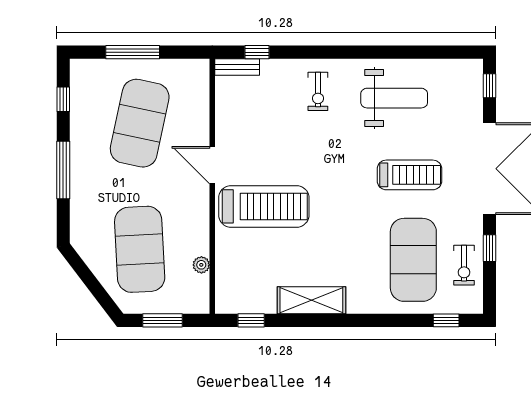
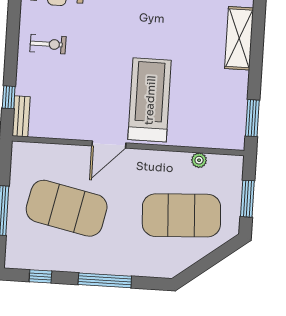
shelving: (311, 300) -> (239, 38), moved
window: (251, 320) -> (252, 118), width x1.50

